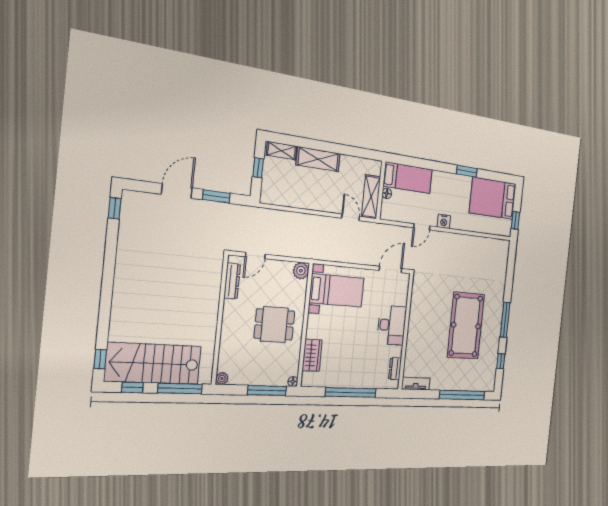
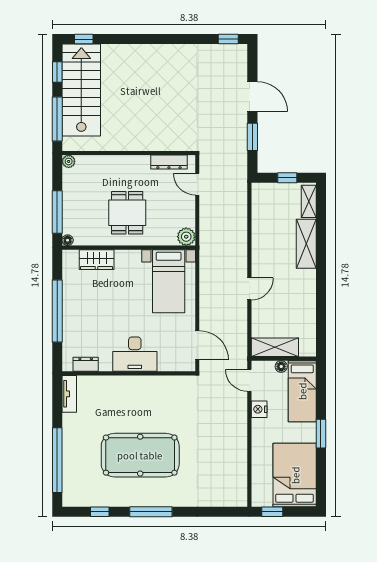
bed: (408, 178) -> (302, 391), moved
wall: (381, 190) -> (284, 359), moved
floor lamp: (387, 193) -> (281, 367), moved
shelving: (371, 197) -> (275, 347), moved

